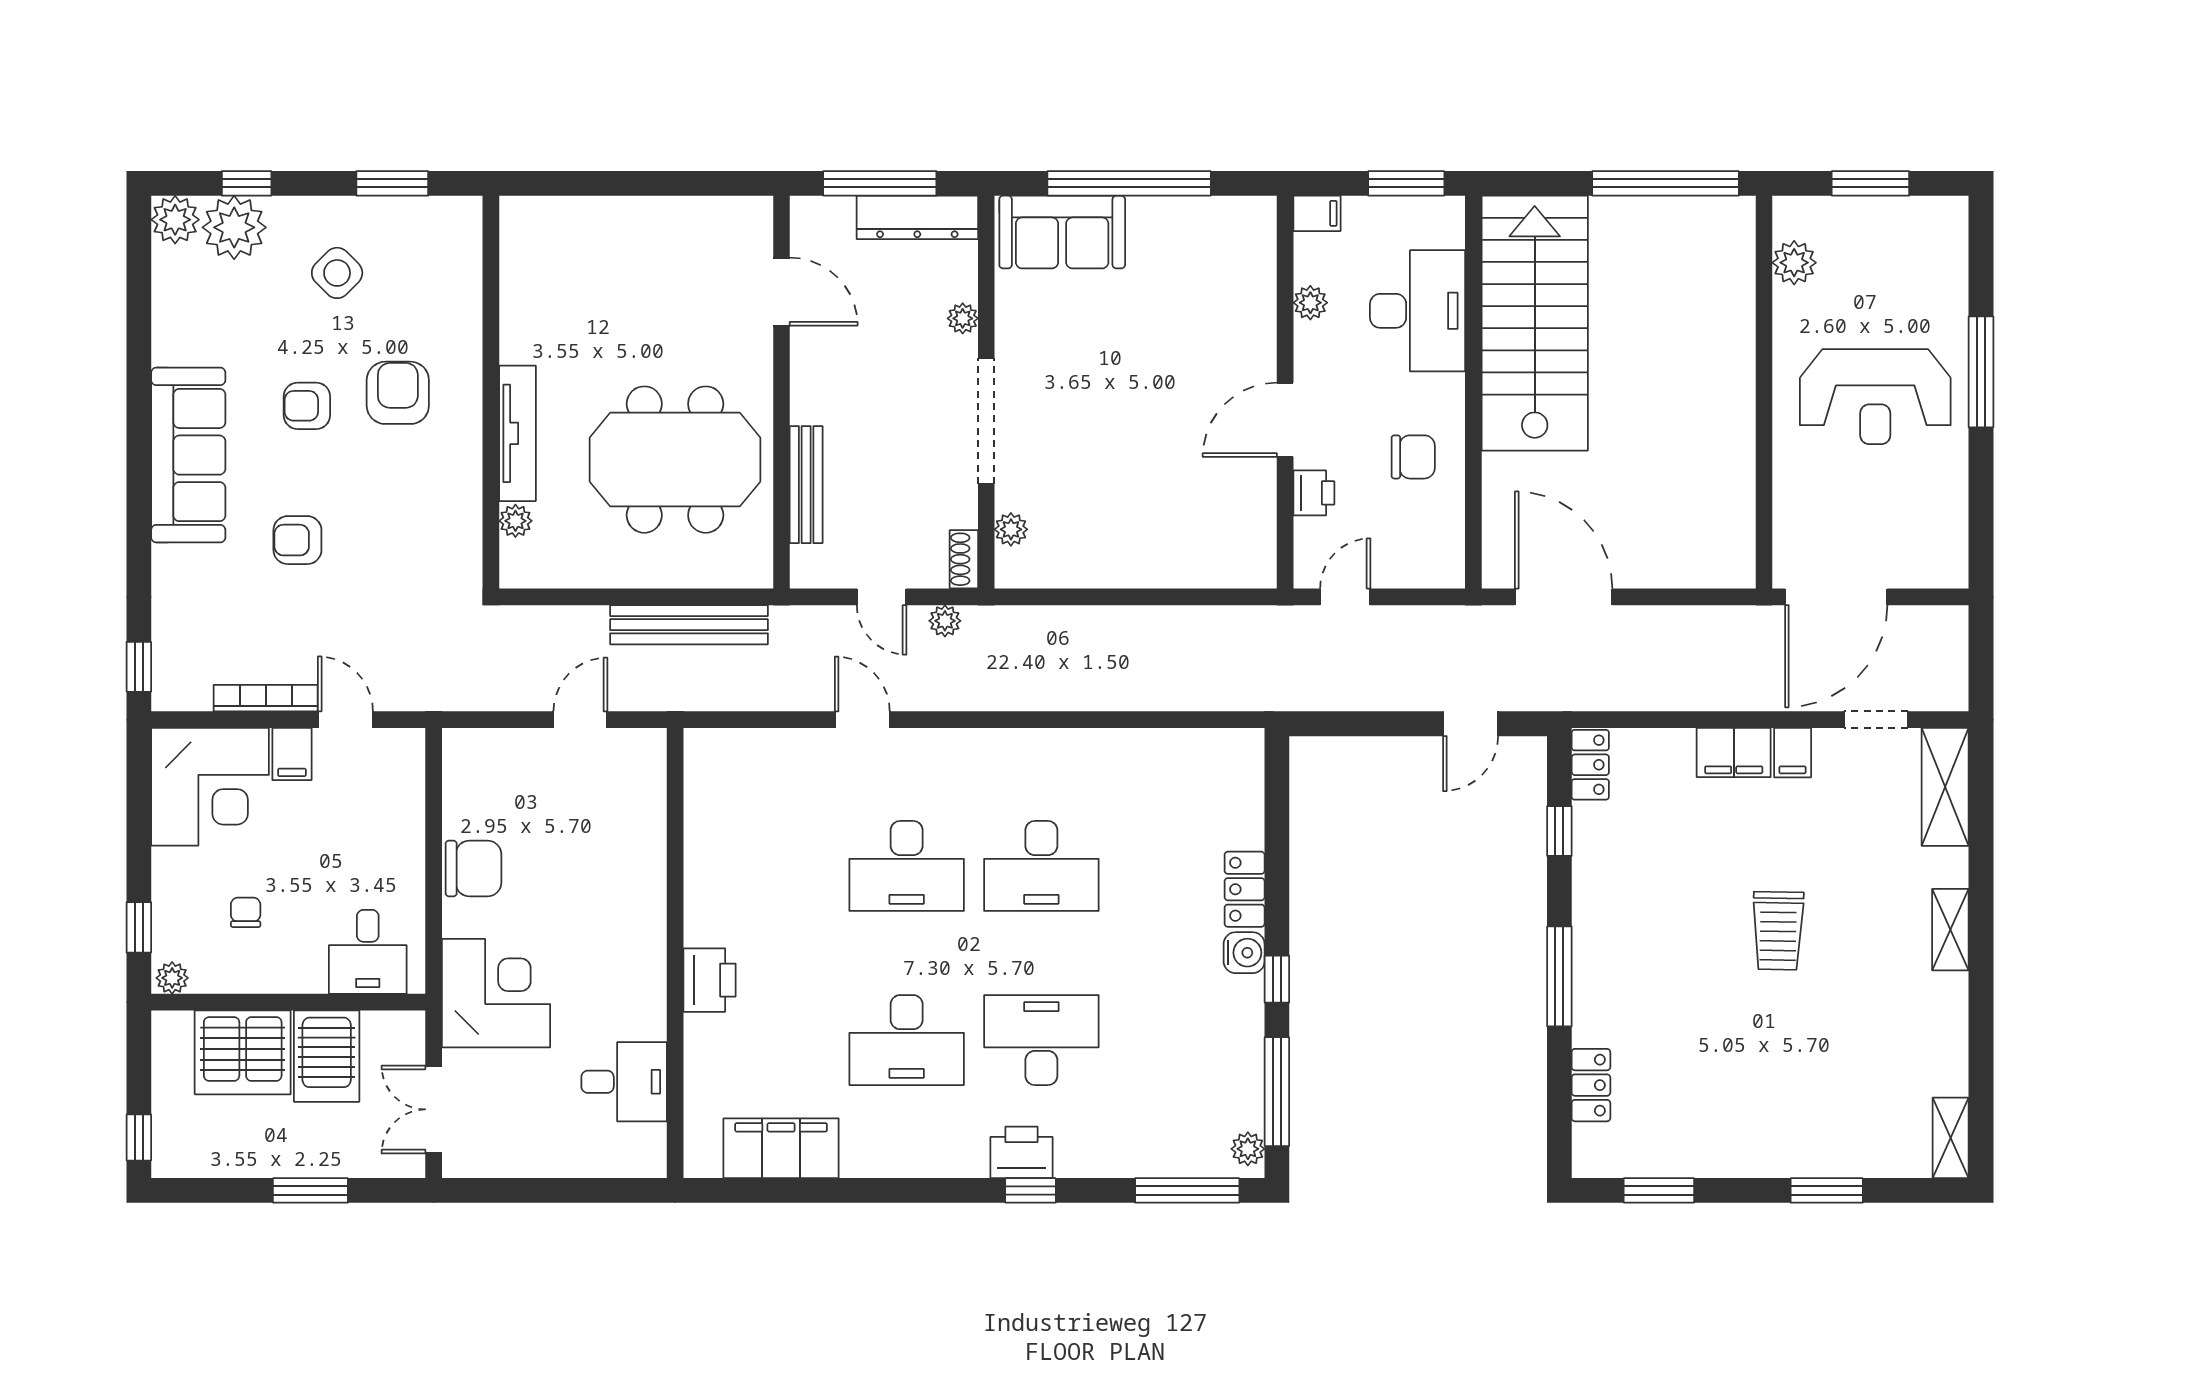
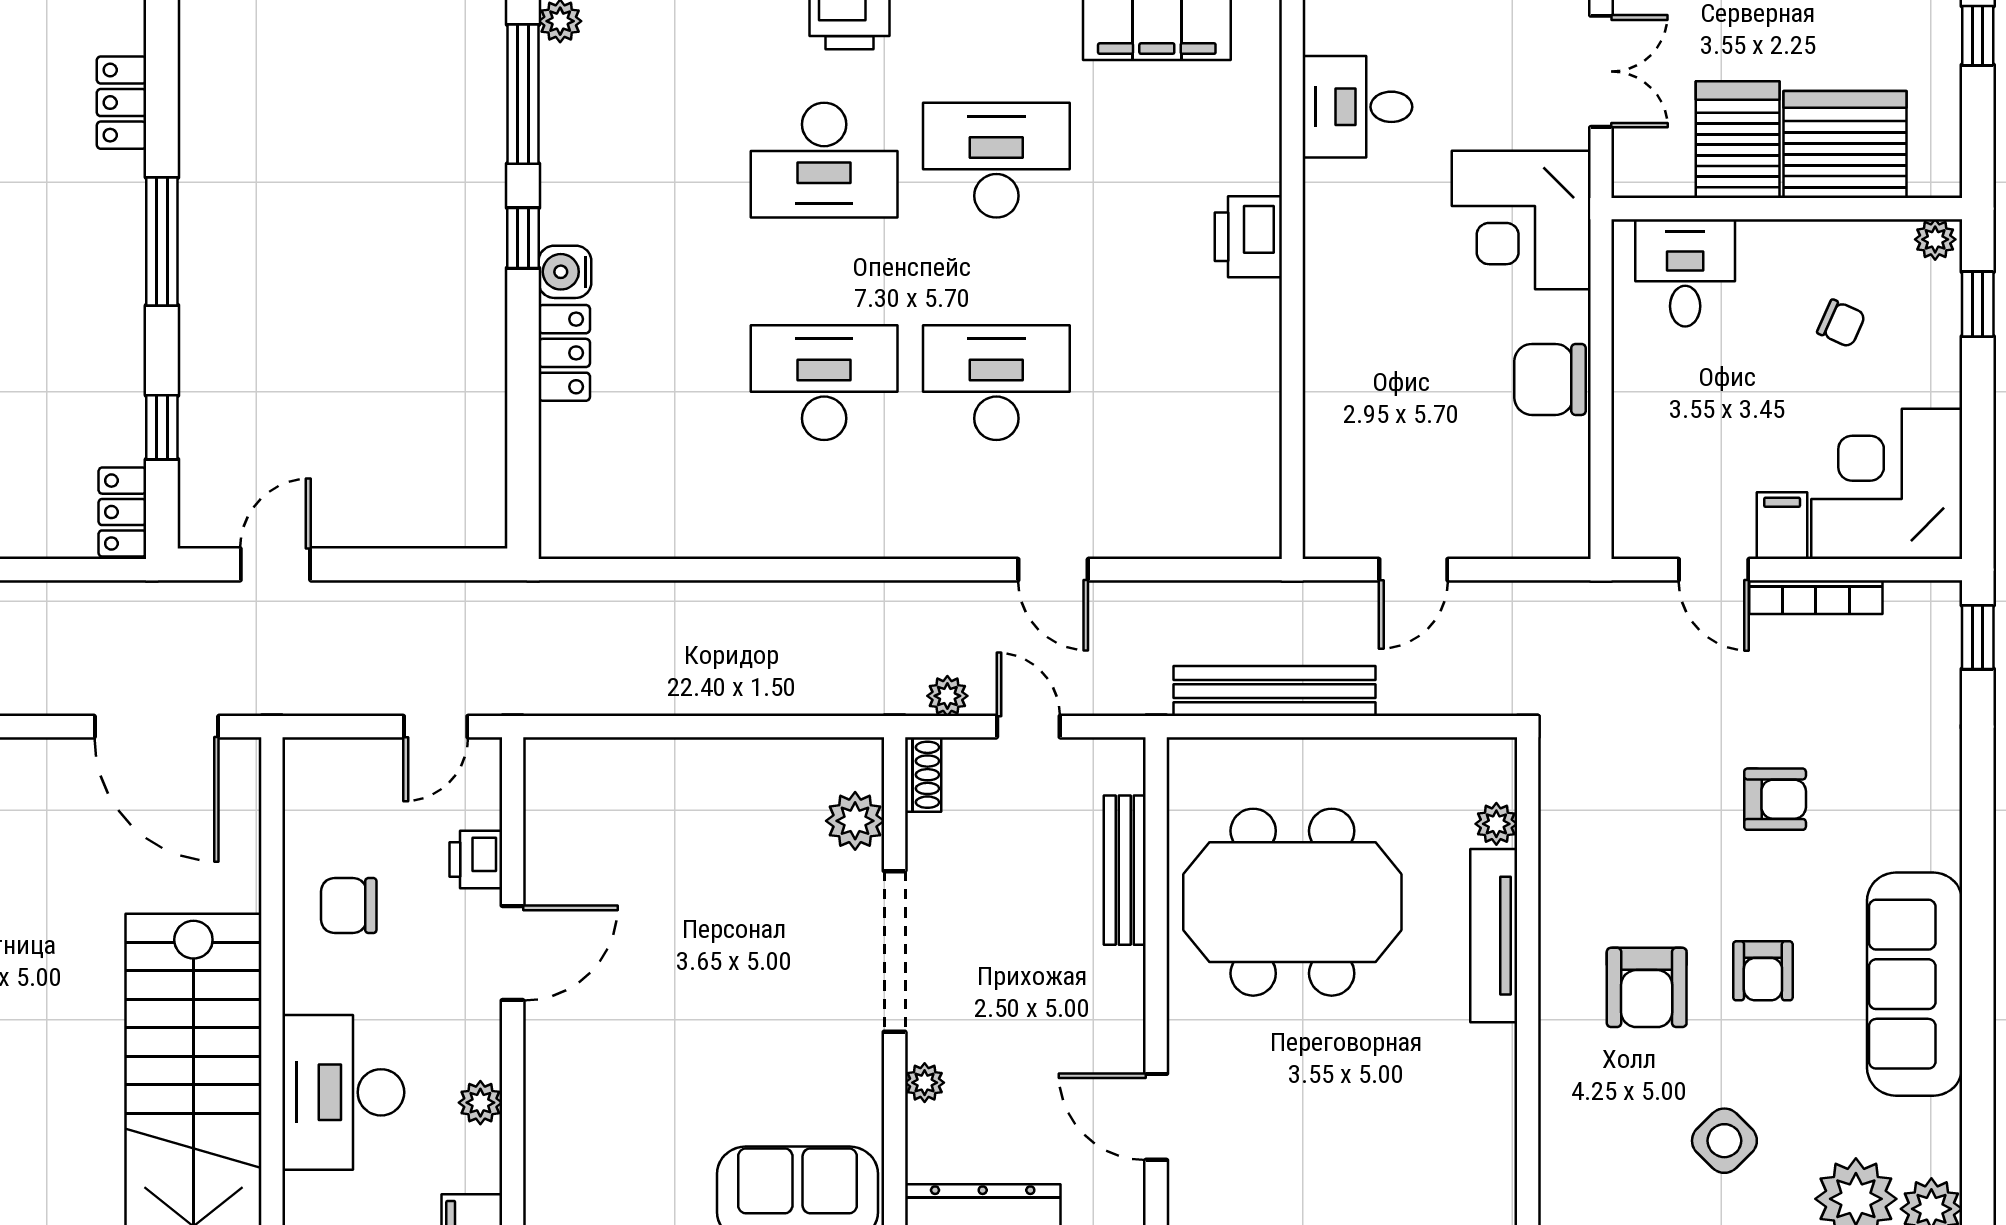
armchair: (307, 406) -> (1763, 971), turned 90
sofa: (188, 455) -> (1915, 984), moved
plant: (1011, 529) -> (855, 821), width x1.38, depth x1.38
chair: (246, 912) -> (1841, 323), turned -66

